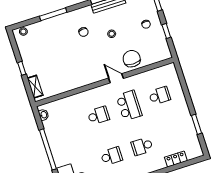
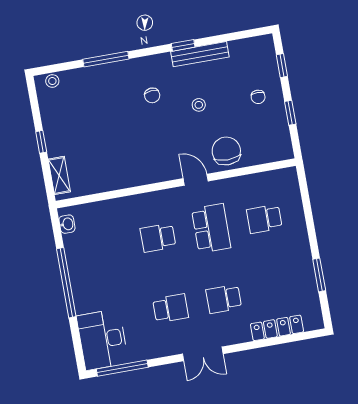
school desk: (160, 96) -> (264, 219), turned 180
school desk: (98, 115) -> (158, 238), turned 180
locker: (176, 159) -> (277, 328), width x1.53

